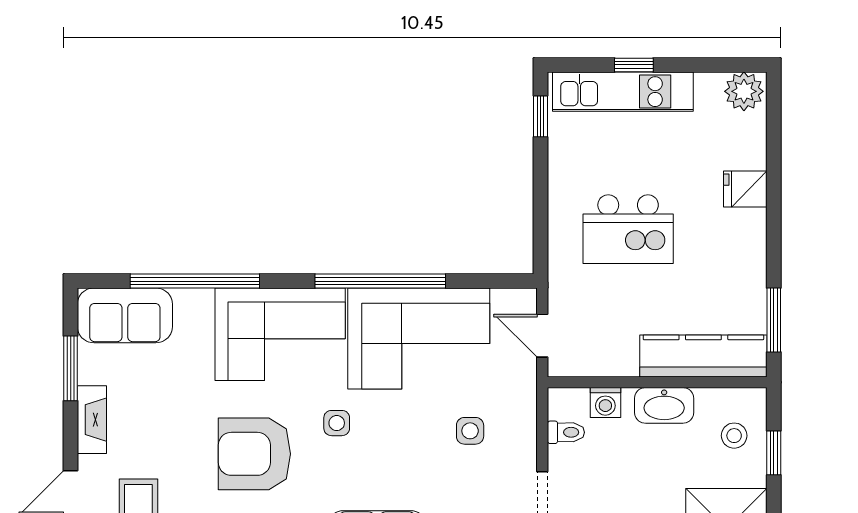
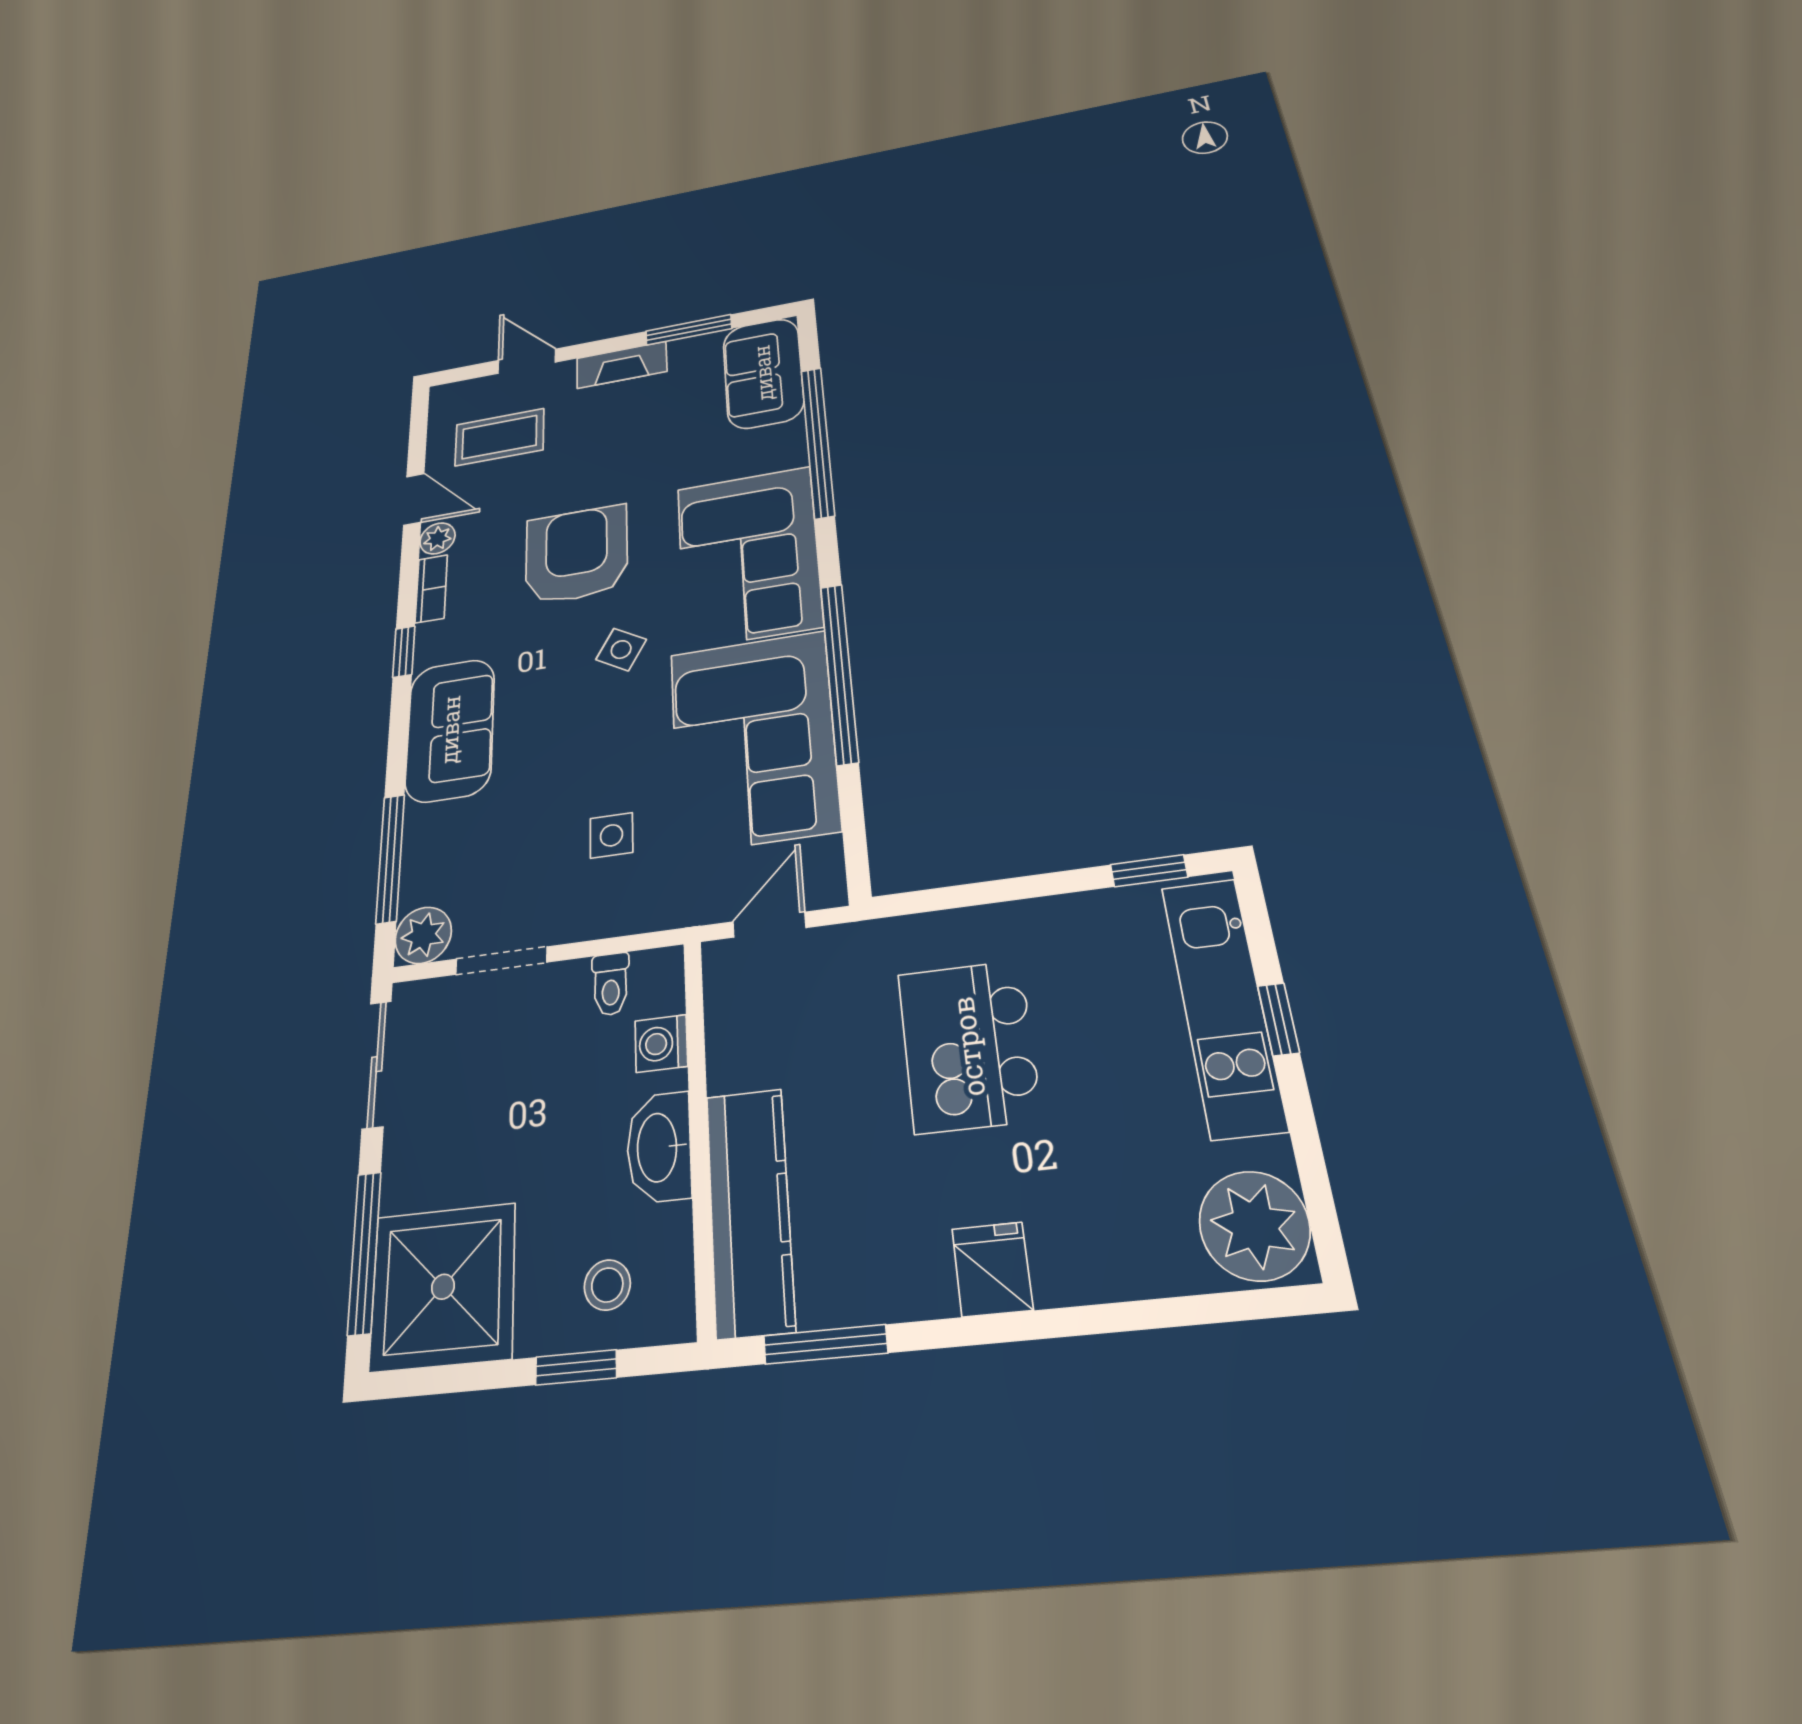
plant: (744, 91) -> (1254, 1226), width x1.36, depth x1.36
fridge: (745, 189) -> (992, 1269), moved
side table: (337, 423) -> (621, 650), turned 30

